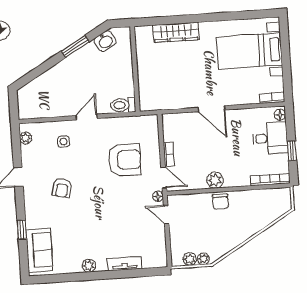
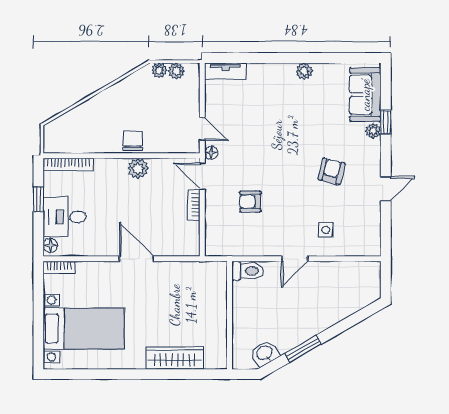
plant: (26, 138) -> (373, 131), moved
armchair: (125, 160) -> (250, 202), width x0.53, depth x0.53
tv unit: (125, 263) -> (226, 71), moved

